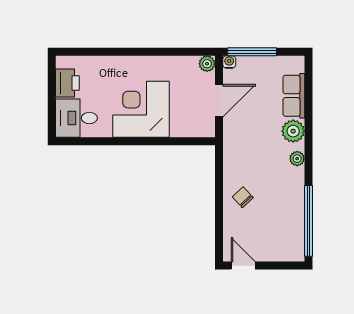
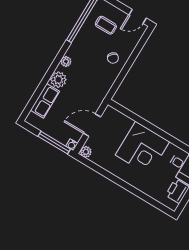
coffee table: (275, 232) -> (106, 25), added
door: (243, 266) -> (138, 16), hinge flipped

